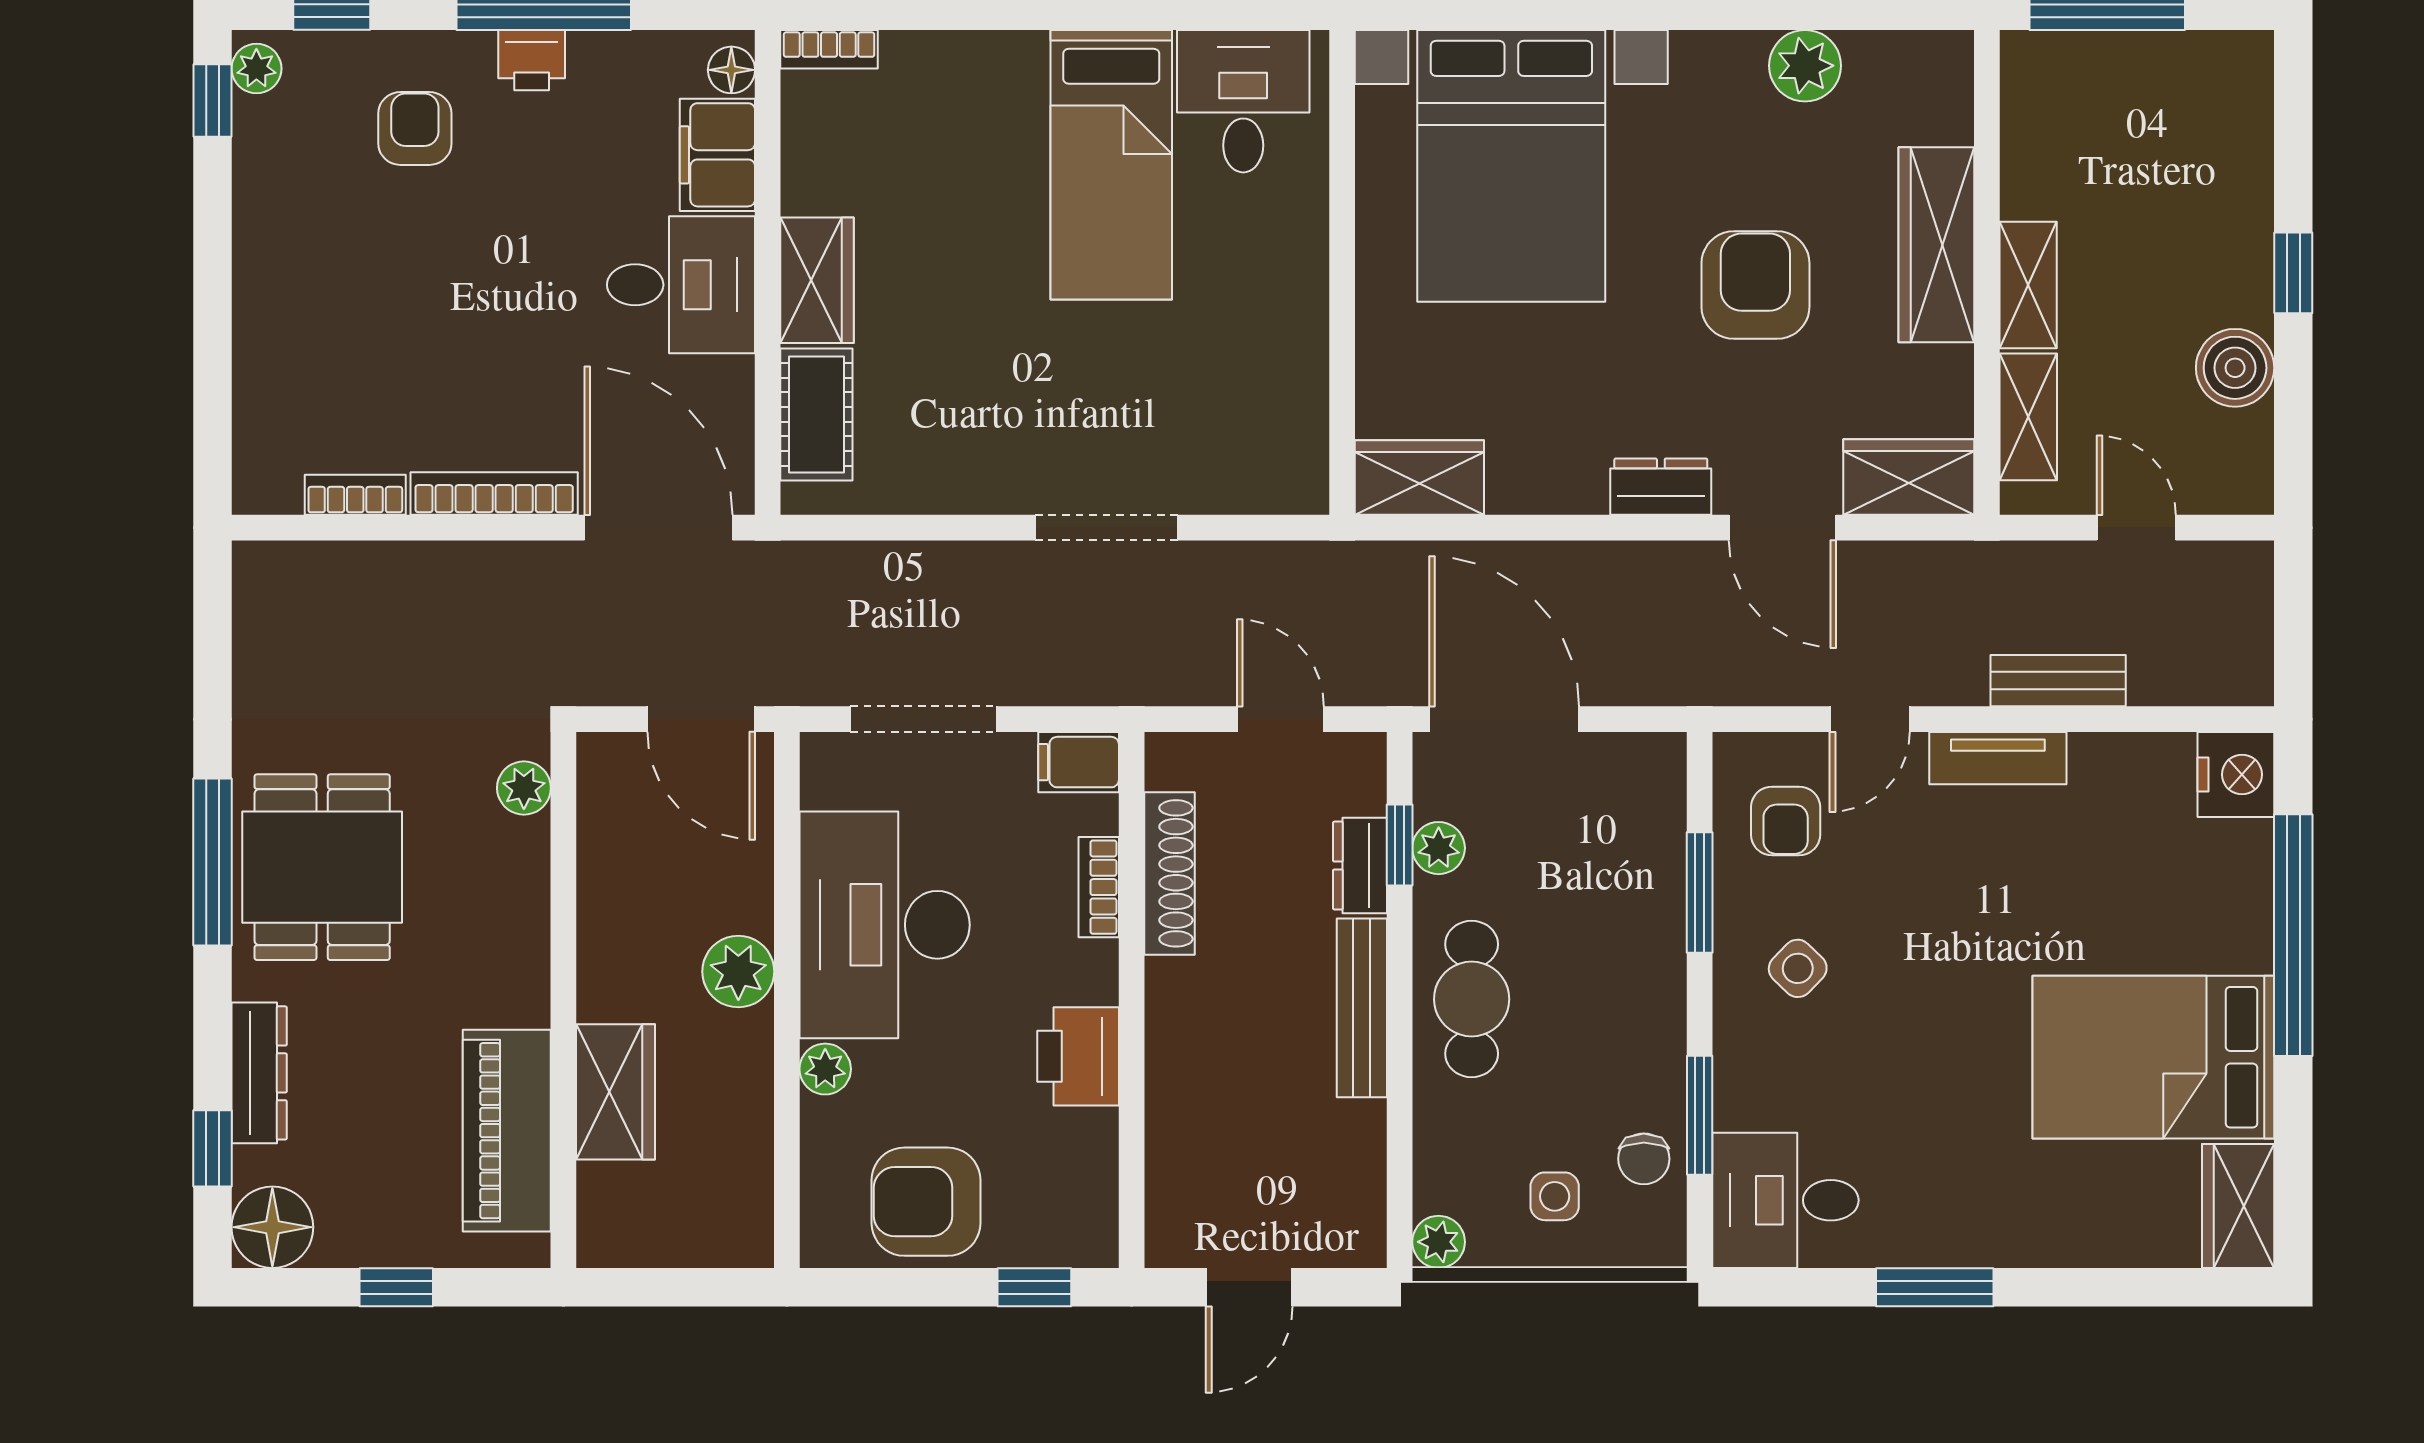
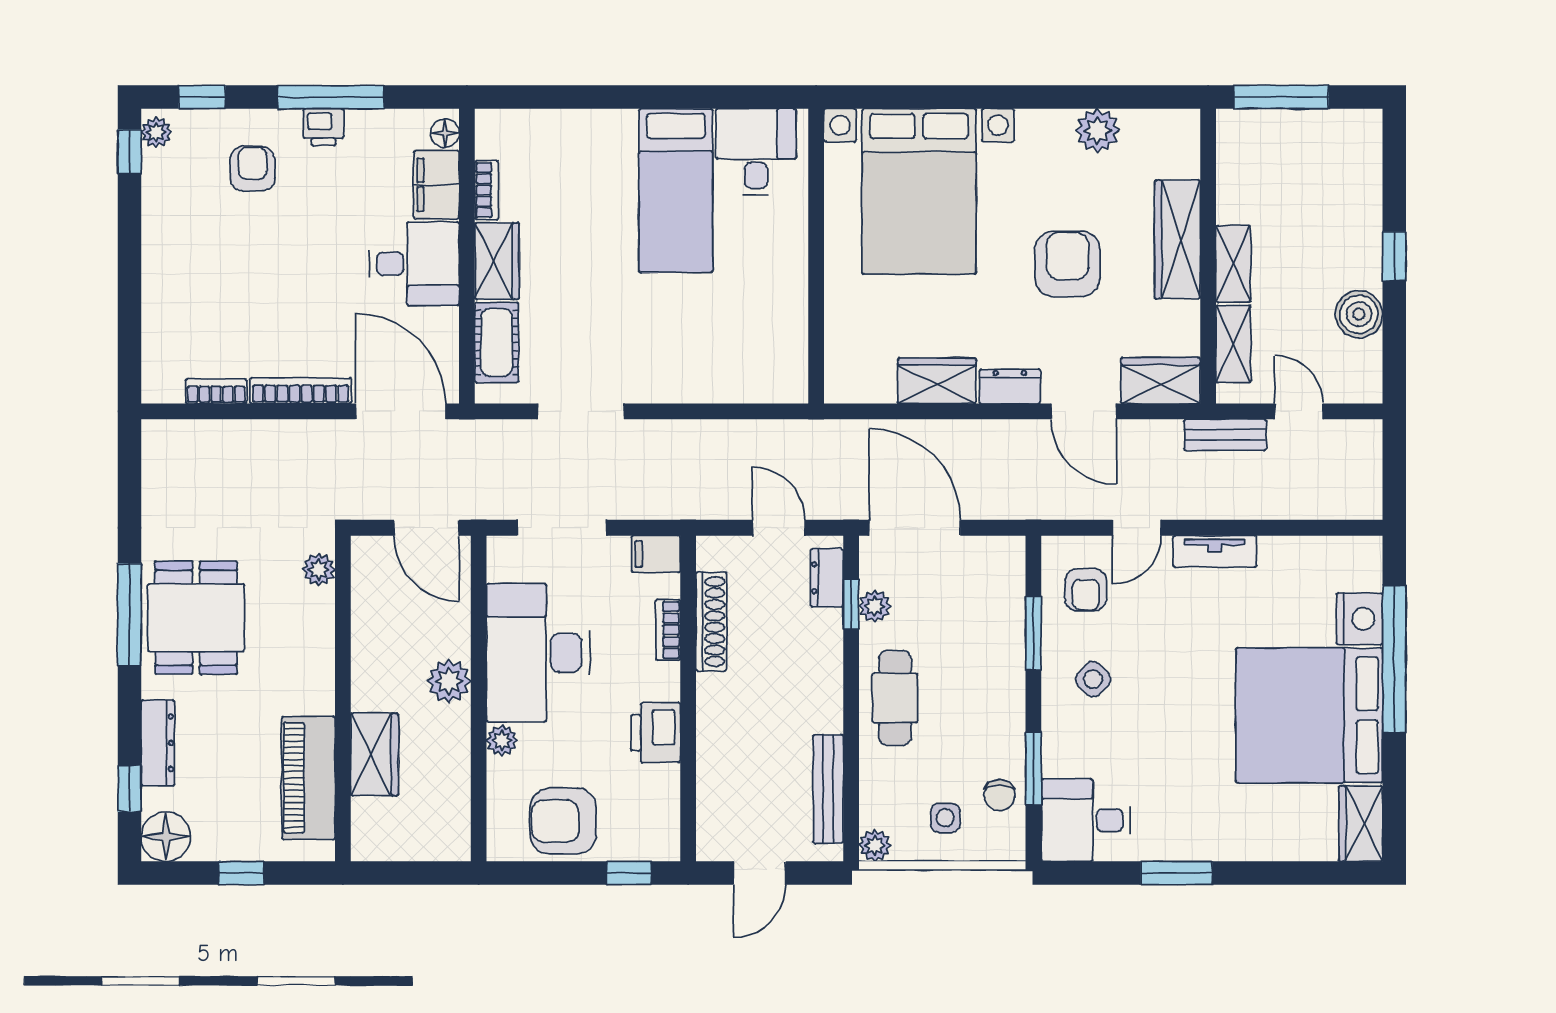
bookcase: (829, 49) -> (487, 190), moved, turned -90
wardrobe: (1419, 477) -> (937, 381), moved
doorway: (1107, 528) -> (581, 411), moved
bench: (2058, 681) -> (1225, 435), moved
nightstand: (2236, 775) -> (1359, 619), moved
dresser: (1360, 866) -> (827, 578), moved
bench: (1362, 1008) -> (828, 789), moved
bed: (2153, 1057) -> (1309, 715), width x1.36

